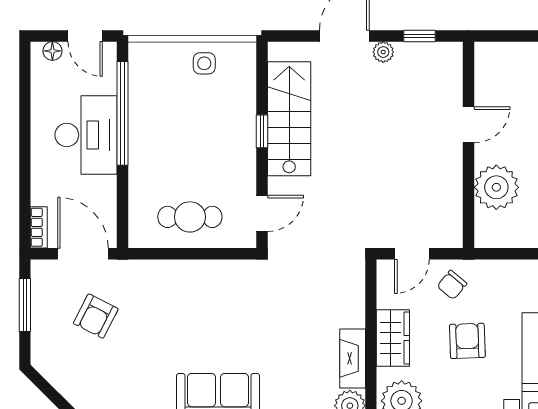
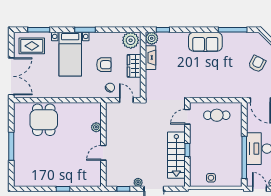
plant: (496, 187) -> (96, 127), width x0.53, depth x0.53
door: (412, 254) -> (126, 100), hinge flipped
armchair: (96, 316) -> (257, 64), moved
armchair: (467, 341) -> (104, 65), turned -88

